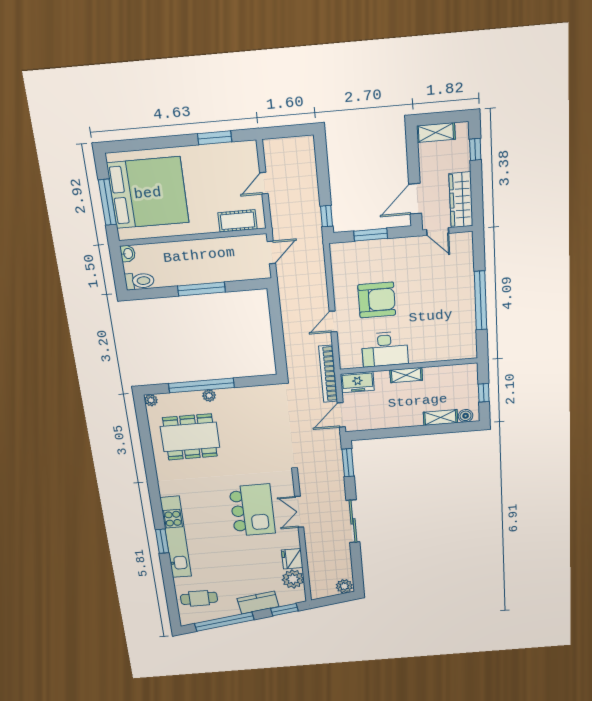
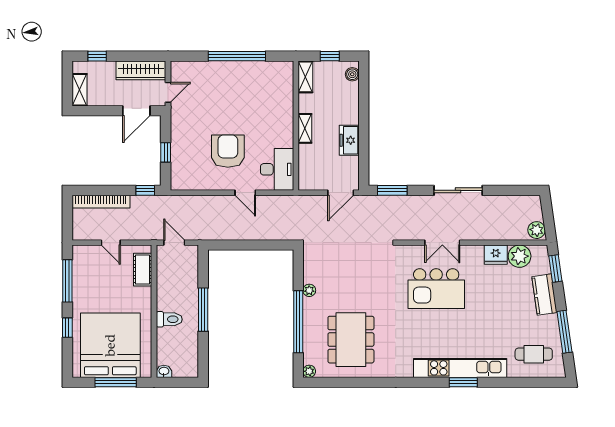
window: (215, 138) -> (67, 281), width x1.44
window: (161, 142) -> (67, 328), added
door: (415, 199) -> (136, 111), hinge flipped
window: (371, 235) -> (166, 152), width x0.67
toilet: (140, 281) -> (169, 319), moved, turned 90
desk: (385, 349) -> (277, 169), moved
bookcase: (328, 374) -> (101, 202), moved
freezer: (358, 382) -> (349, 140), moved, turned 180
plant: (209, 396) -> (309, 290), moved
door: (341, 415) -> (341, 193), hinge flipped
shelving: (440, 417) -> (305, 77), moved
kitchen island: (252, 510) -> (436, 289), turned 180
plant: (344, 586) -> (537, 230), moved
cafe table: (199, 598) -> (534, 354), turned 90
window: (224, 622) -> (564, 332), width x0.68

